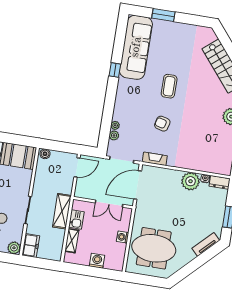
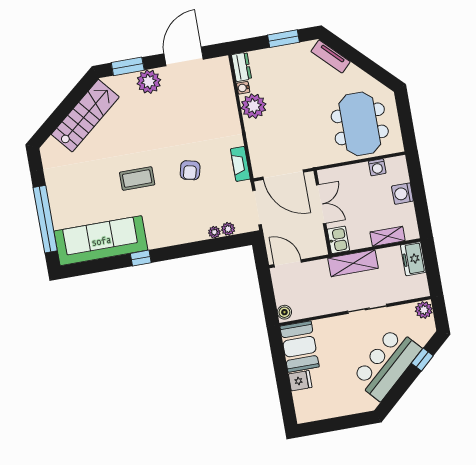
window: (163, 15) -> (45, 219), width x2.11
kitchen sink: (76, 219) -> (338, 240), moved, turned 90
washing machine: (123, 237) -> (377, 167), moved
freezer: (31, 246) -> (413, 259), moved, turned -90

